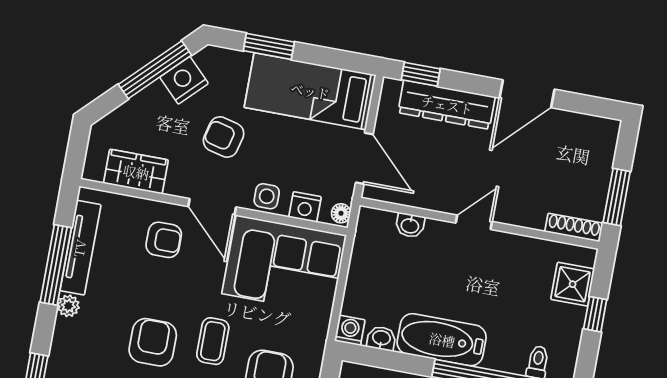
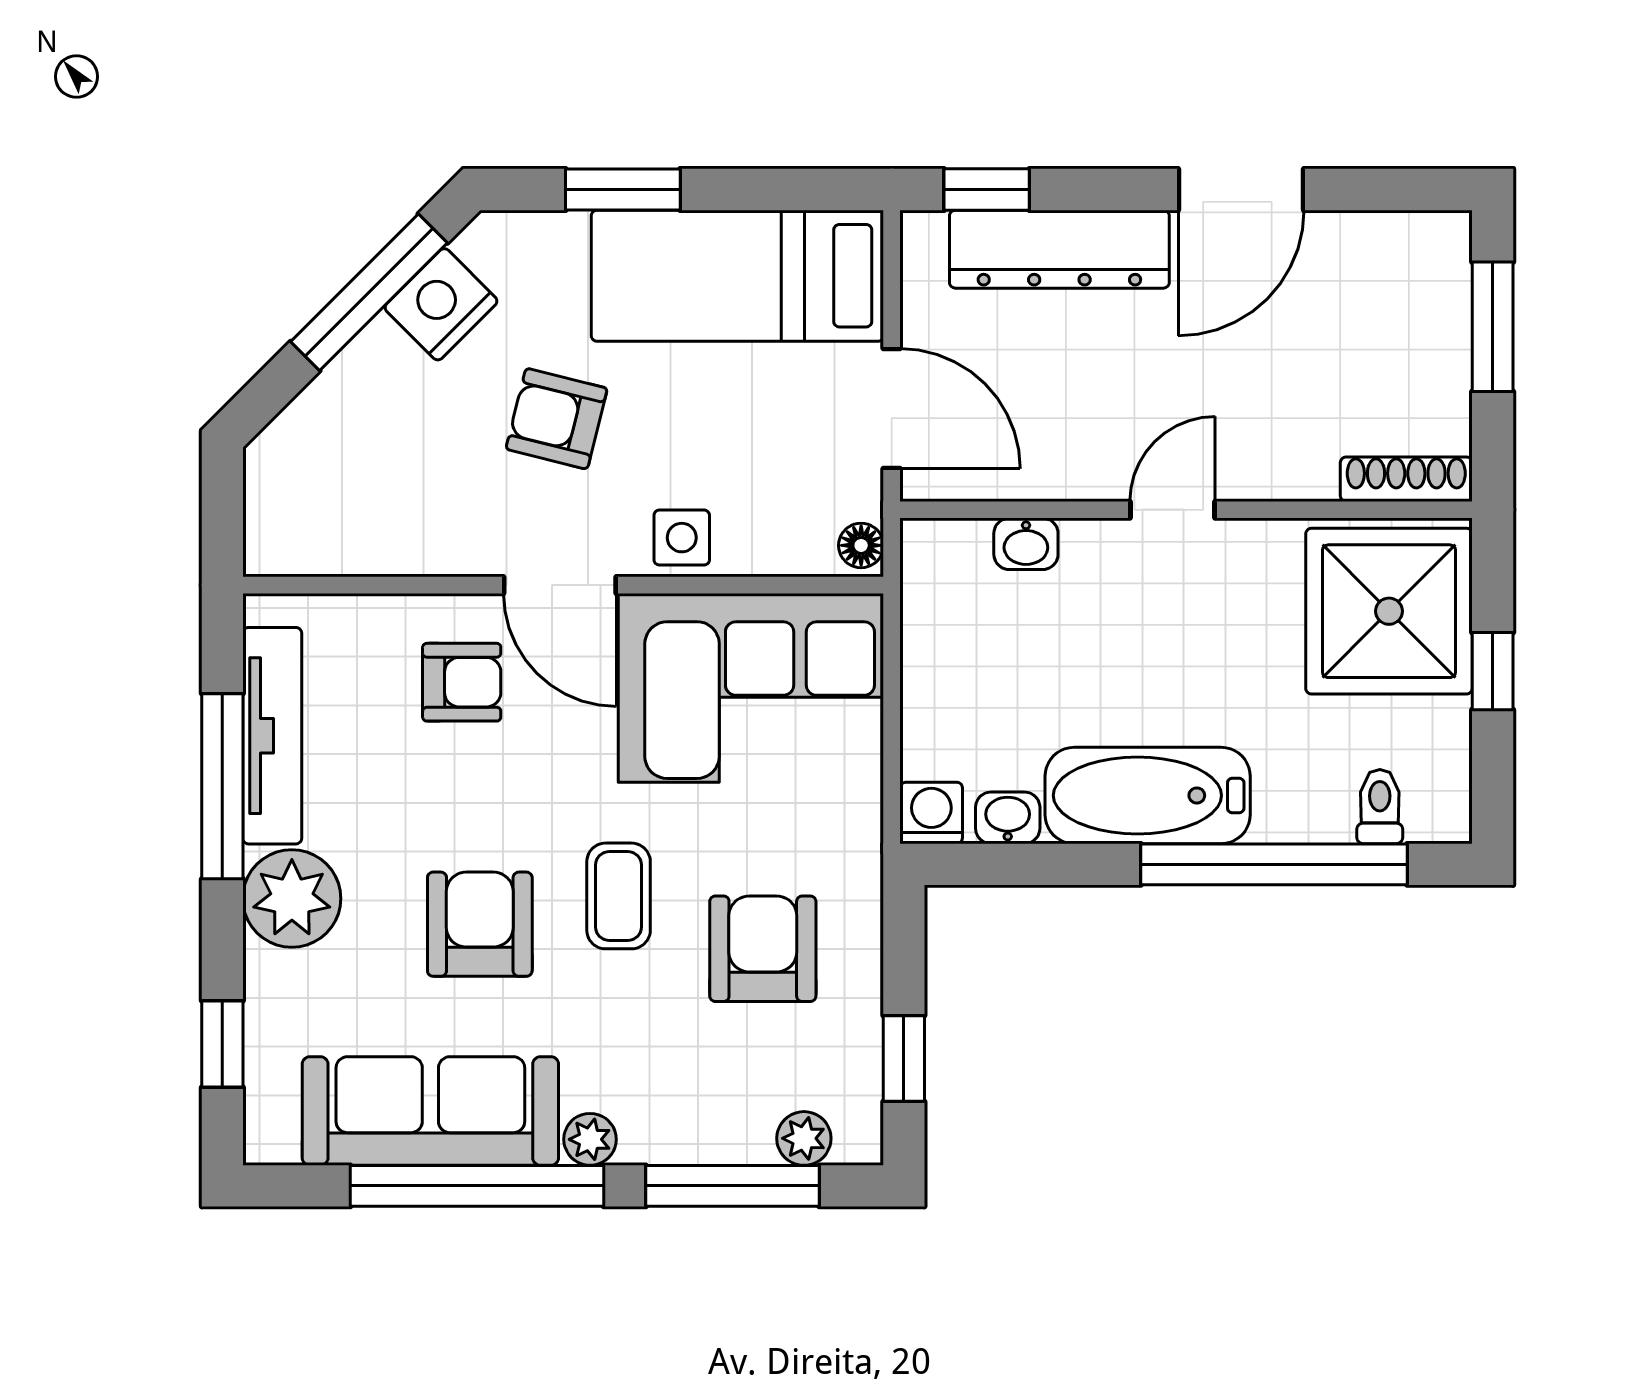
wardrobe: (136, 172) -> (368, 536), removed
window: (617, 197) -> (1493, 327), moved
nightstand: (305, 207) -> (775, 546), removed
shower: (573, 284) -> (1389, 611), width x1.86, depth x1.86
plant: (68, 306) -> (292, 898), width x1.88, depth x1.88

